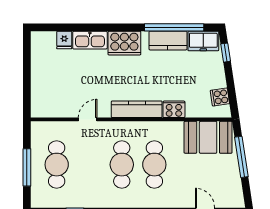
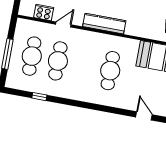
cooker: (174, 109) -> (44, 12), moved
cafe table: (122, 165) -> (58, 61), moved

